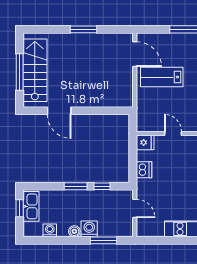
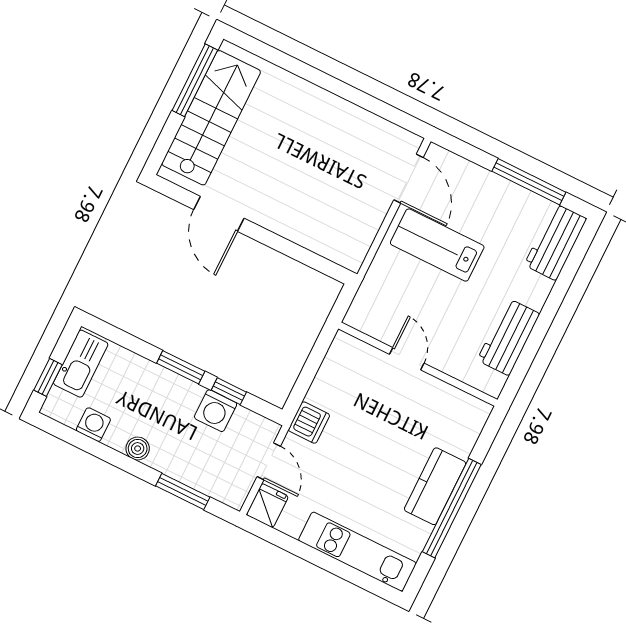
window: (83, 29) -> (337, 87), removed
window: (20, 72) -> (195, 80), moved
fridge: (145, 142) -> (267, 506), moved, turned -90
dishwasher: (144, 170) -> (309, 423), moved
window: (20, 208) -> (48, 377), moved
washing machine: (89, 229) -> (216, 411), moved, turned 180

